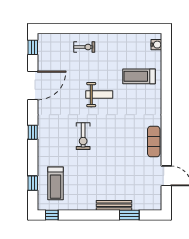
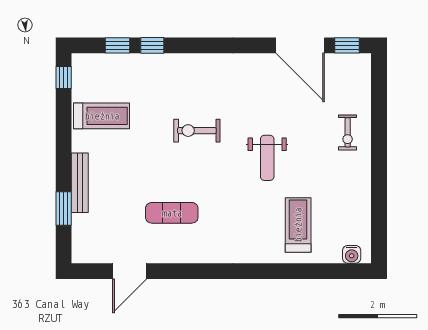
door: (33, 86) -> (300, 45), moved
window: (33, 132) -> (152, 45), moved
exercise mat: (154, 142) -> (172, 213), moved
treadmill: (55, 183) -> (102, 116), moved, turned 180

